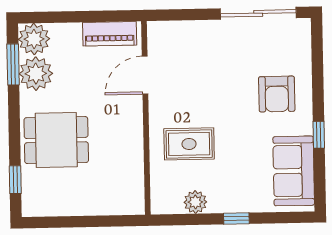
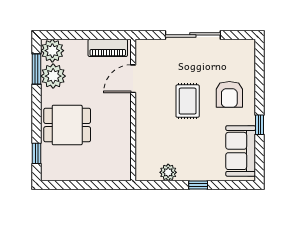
sliding door: (258, 13) -> (193, 35), moved
rug: (189, 144) -> (188, 101), moved, turned 90

